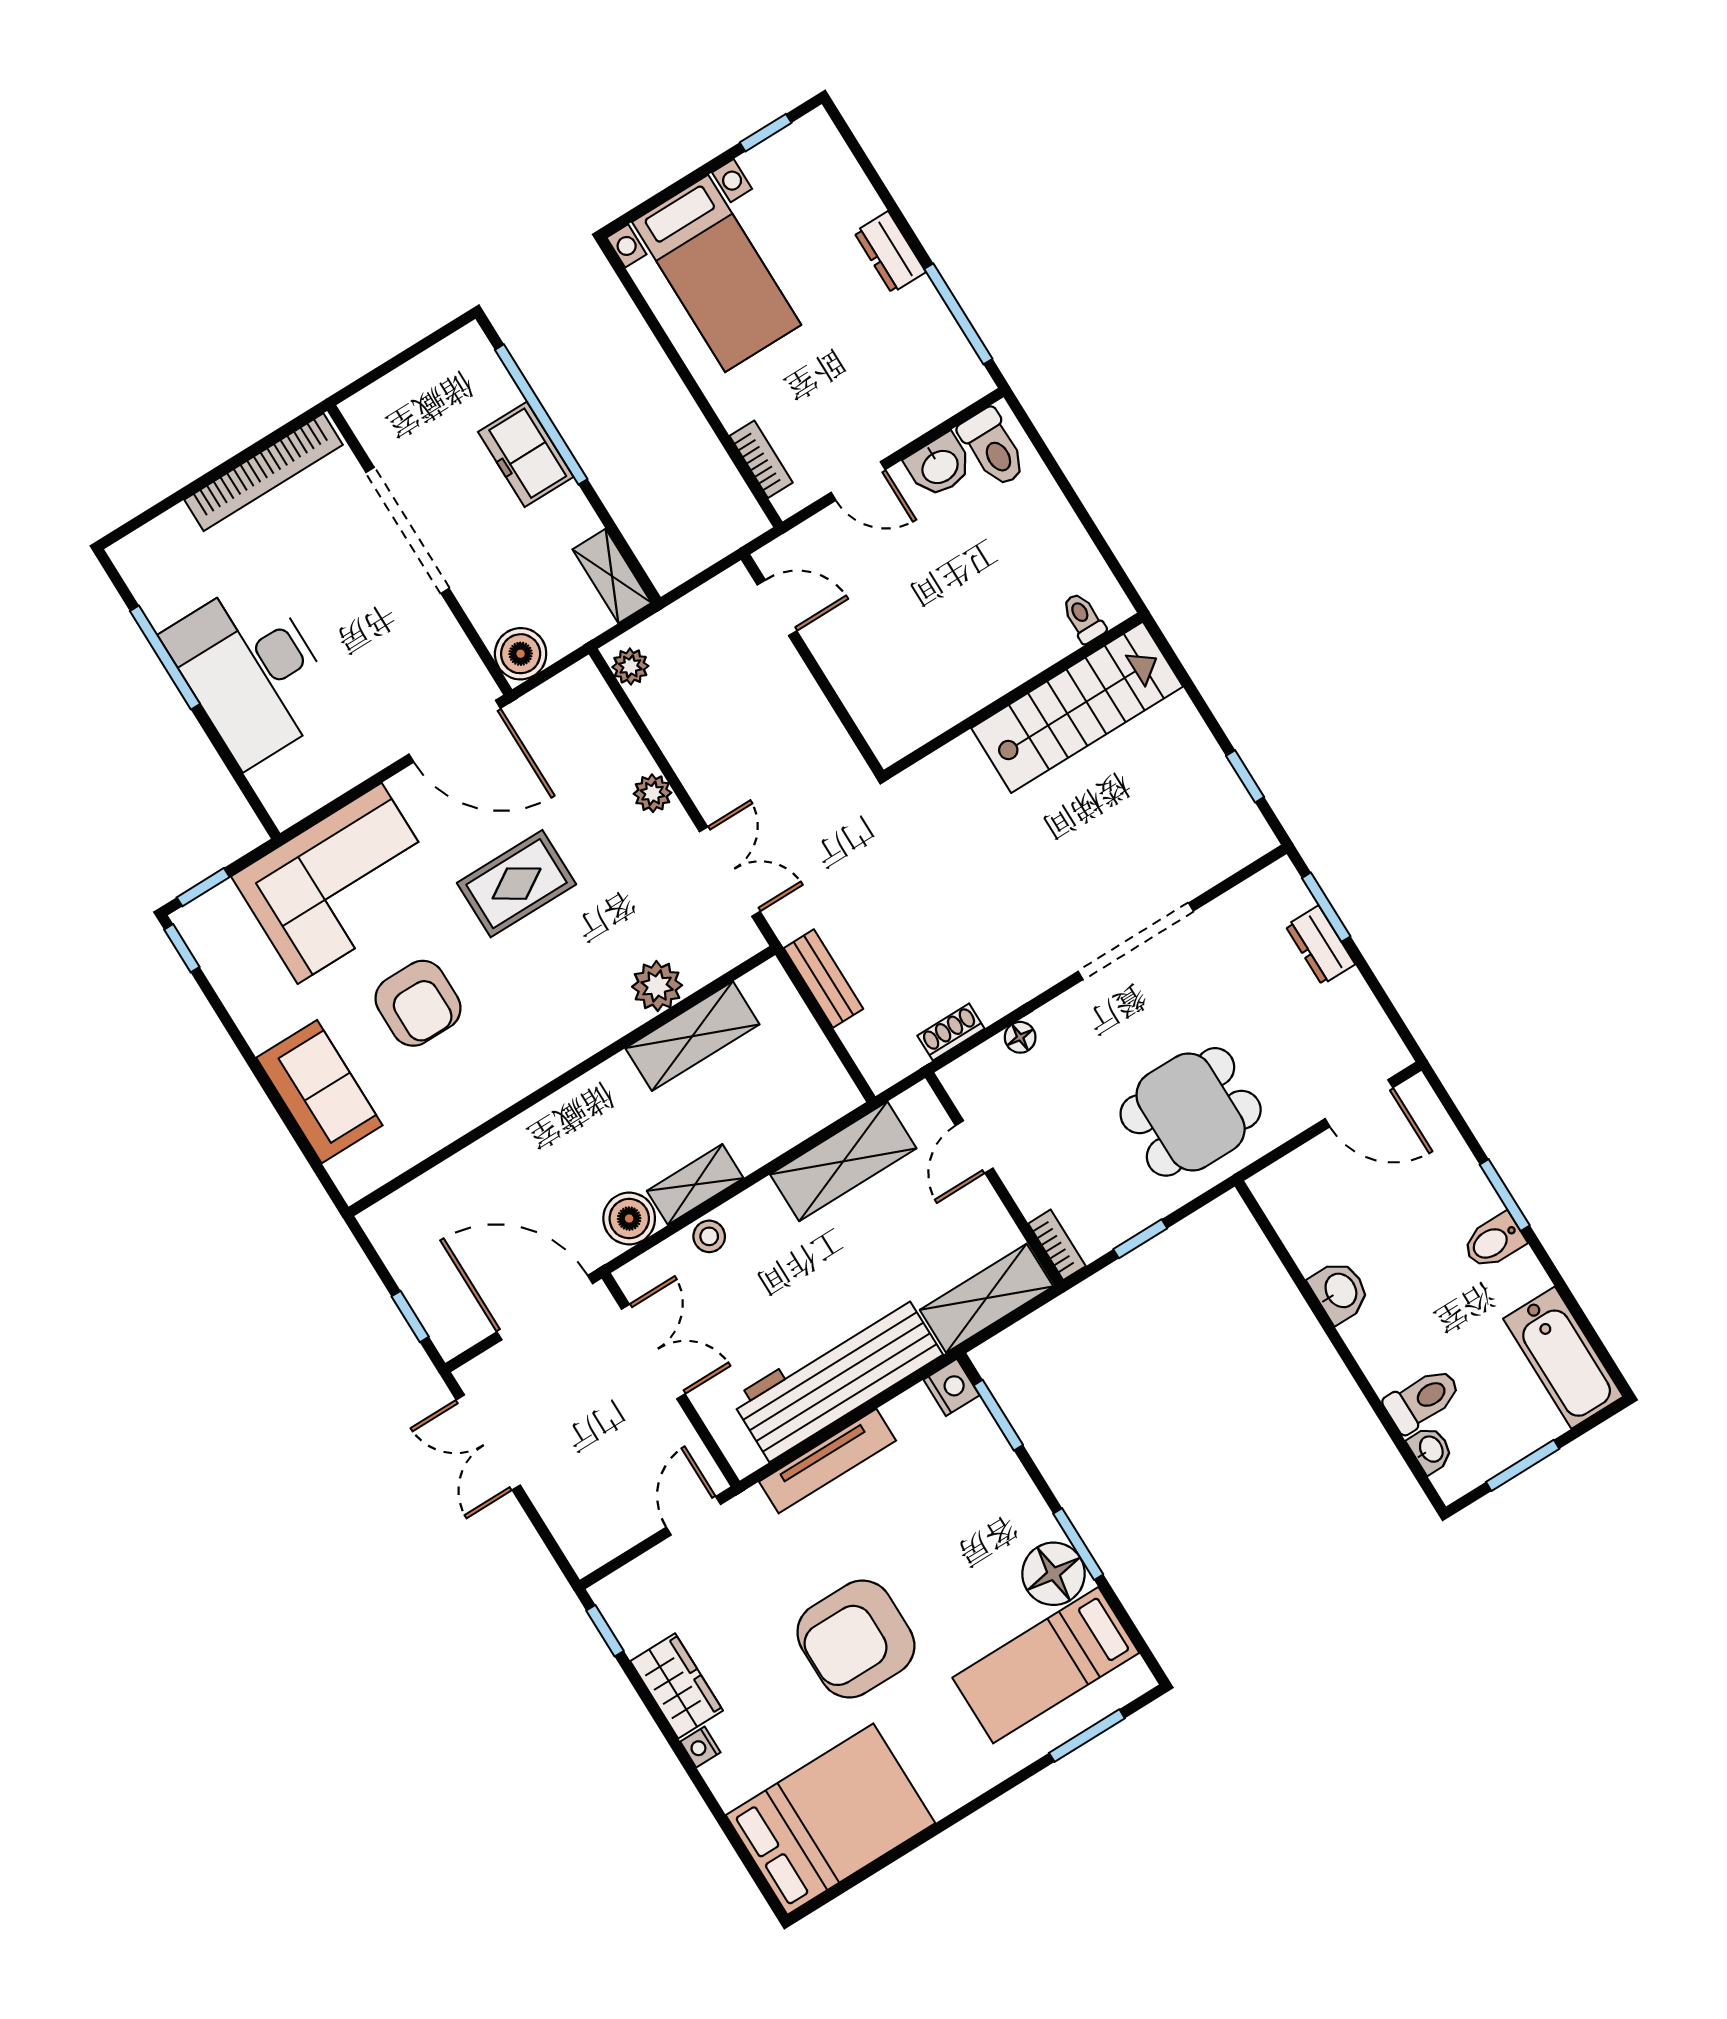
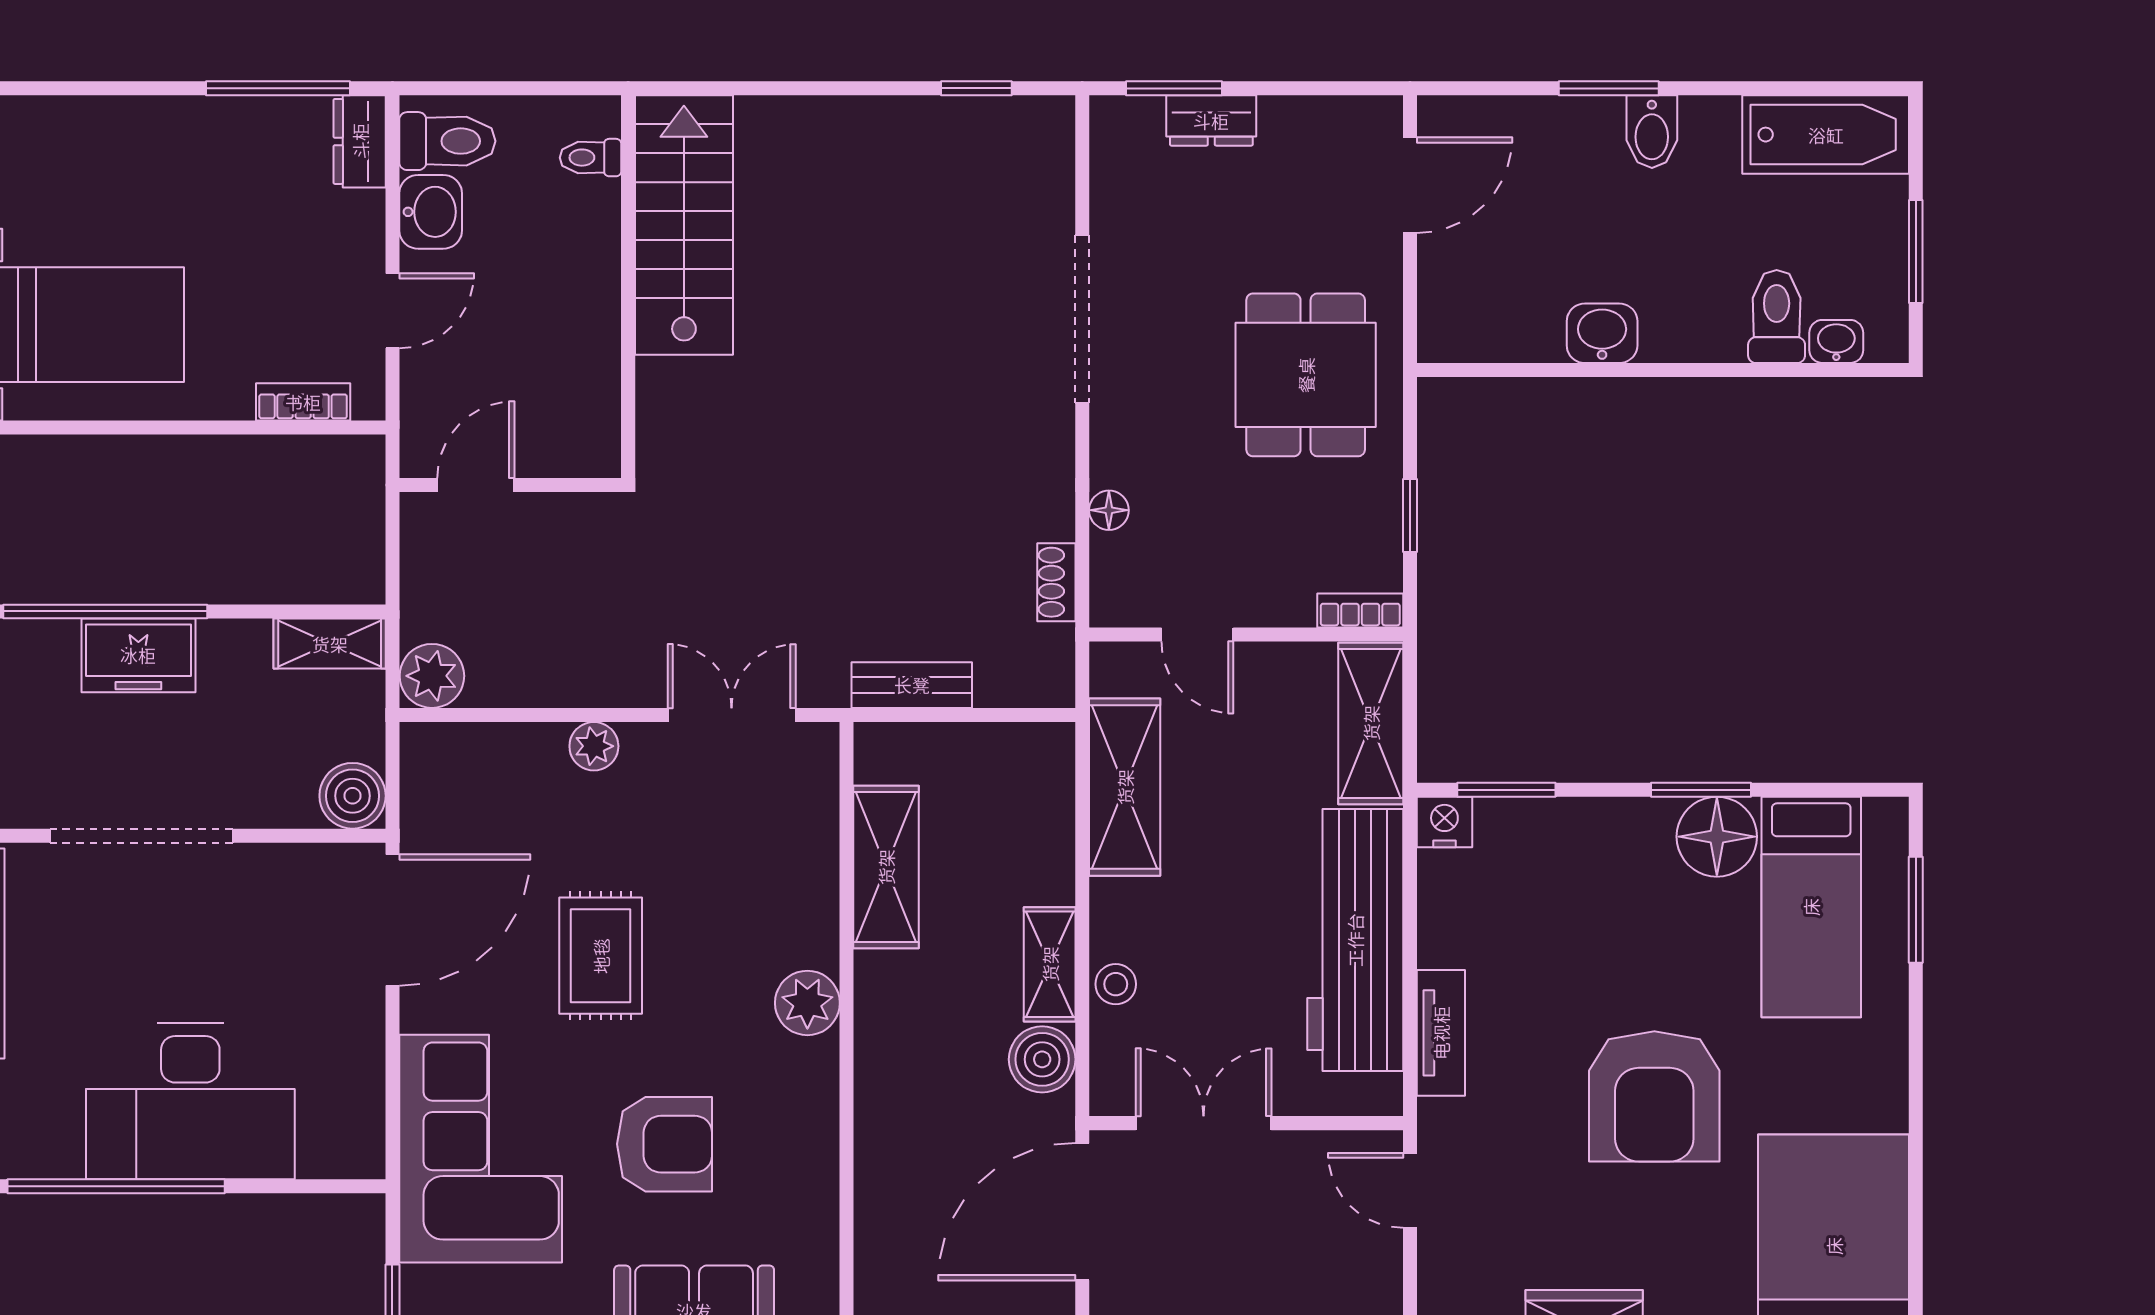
dresser: (890, 252) -> (360, 141), moved, turned 90
toilet: (1083, 618) -> (591, 158), moved
window: (165, 658) -> (116, 1186), width x1.46
plant: (630, 667) -> (432, 676), width x1.38, depth x1.38
wall: (1013, 696) -> (628, 287), moved
stairs: (1077, 707) -> (684, 225), moved
plant: (657, 986) -> (807, 1003), moved
tv unit: (827, 1461) -> (1441, 1033), width x0.71

